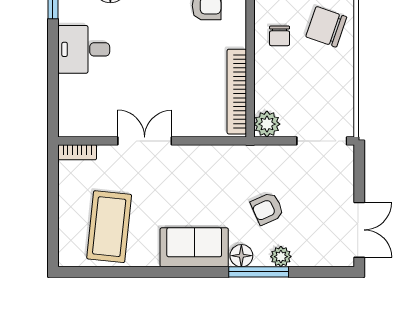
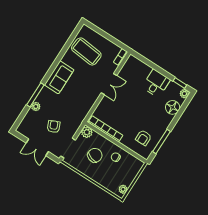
chair: (326, 27) -> (95, 155), moved
armchair: (267, 209) -> (54, 127), moved
double door: (359, 230) -> (37, 147), moved
floor lamp: (241, 256) -> (45, 92), removed

